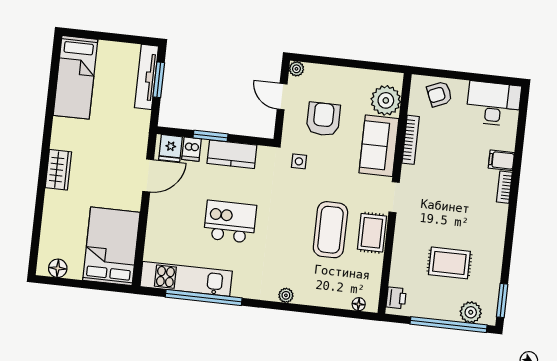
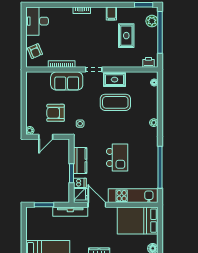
tv unit: (146, 77) -> (70, 212), moved
plant: (386, 100) -> (42, 80), removed
filing cabinet: (501, 160) -> (111, 14), moved
kitchen island: (230, 222) -> (117, 157), turned 180
kitchen unit: (186, 279) -> (133, 196), moved, turned 90

